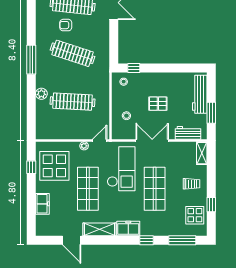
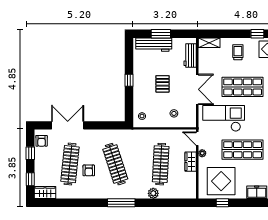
clothes rail: (73, 53) -> (115, 164), turned -36
window: (134, 68) -> (129, 80), moved
window: (211, 113) -> (161, 34), moved
wardrobe: (75, 133) -> (191, 162), added
double door: (152, 141) -> (197, 89), swing flipped

